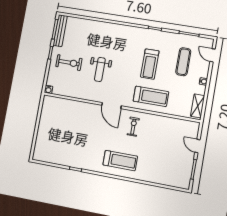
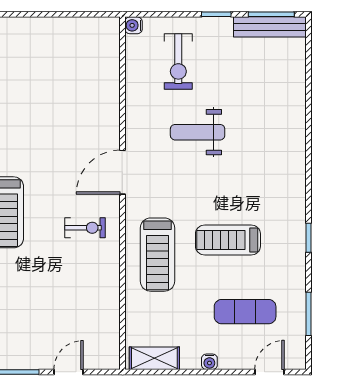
exercise bike: (69, 63) -> (178, 61), moved

